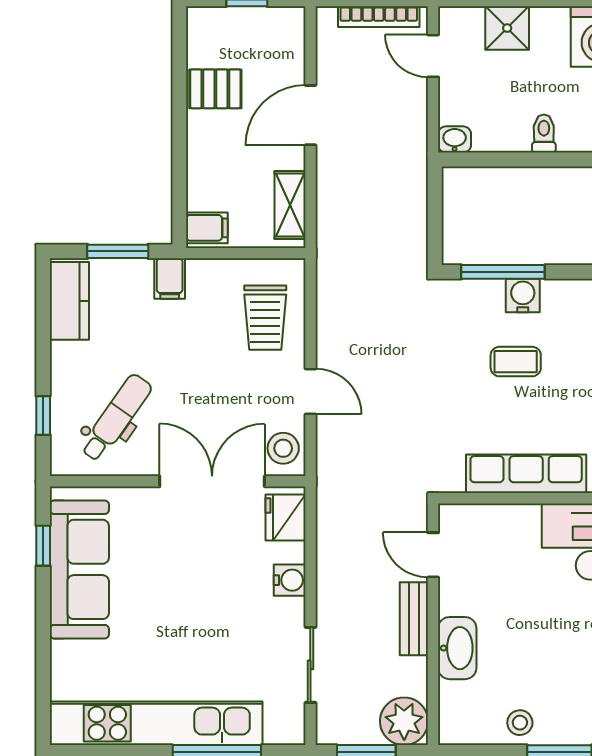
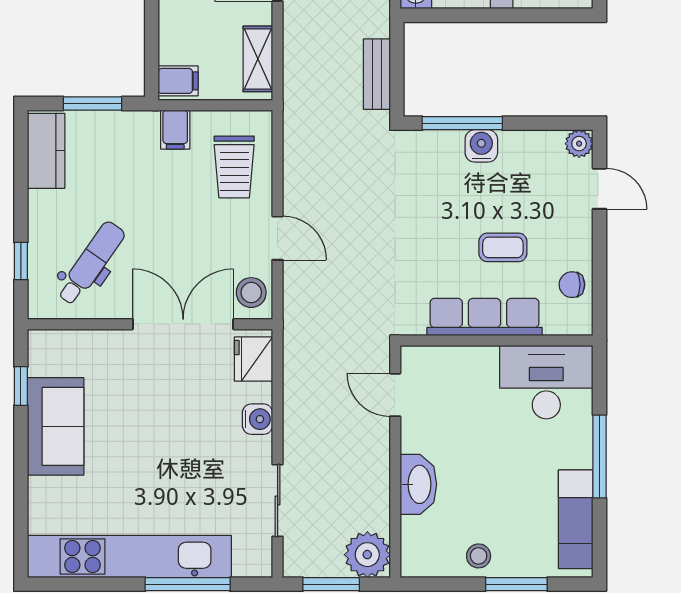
filing cabinet: (170, 279) -> (175, 130), moved
coffee table: (516, 362) -> (503, 247), moved
sofa: (79, 569) -> (56, 426), width x0.73
bench: (414, 619) -> (377, 74), moved

